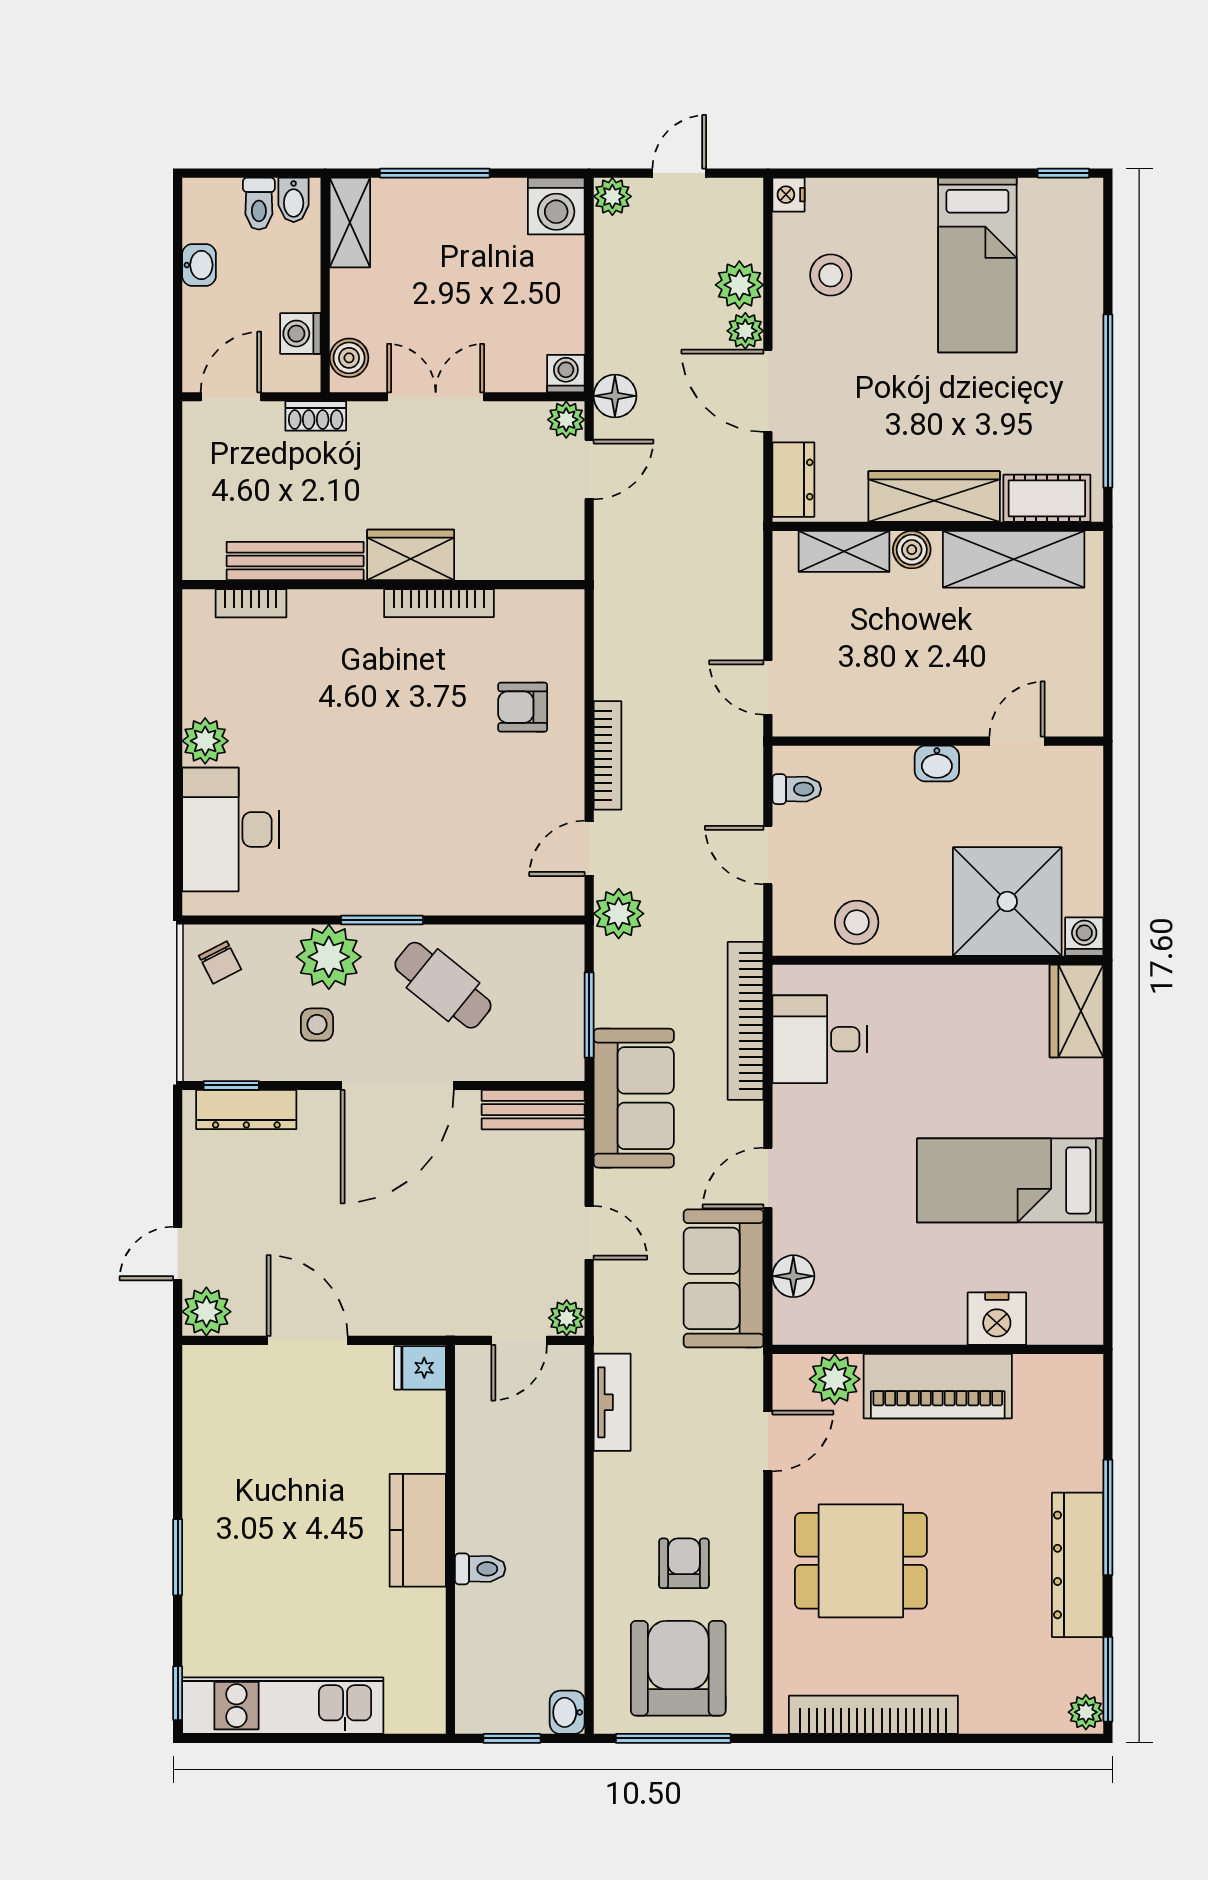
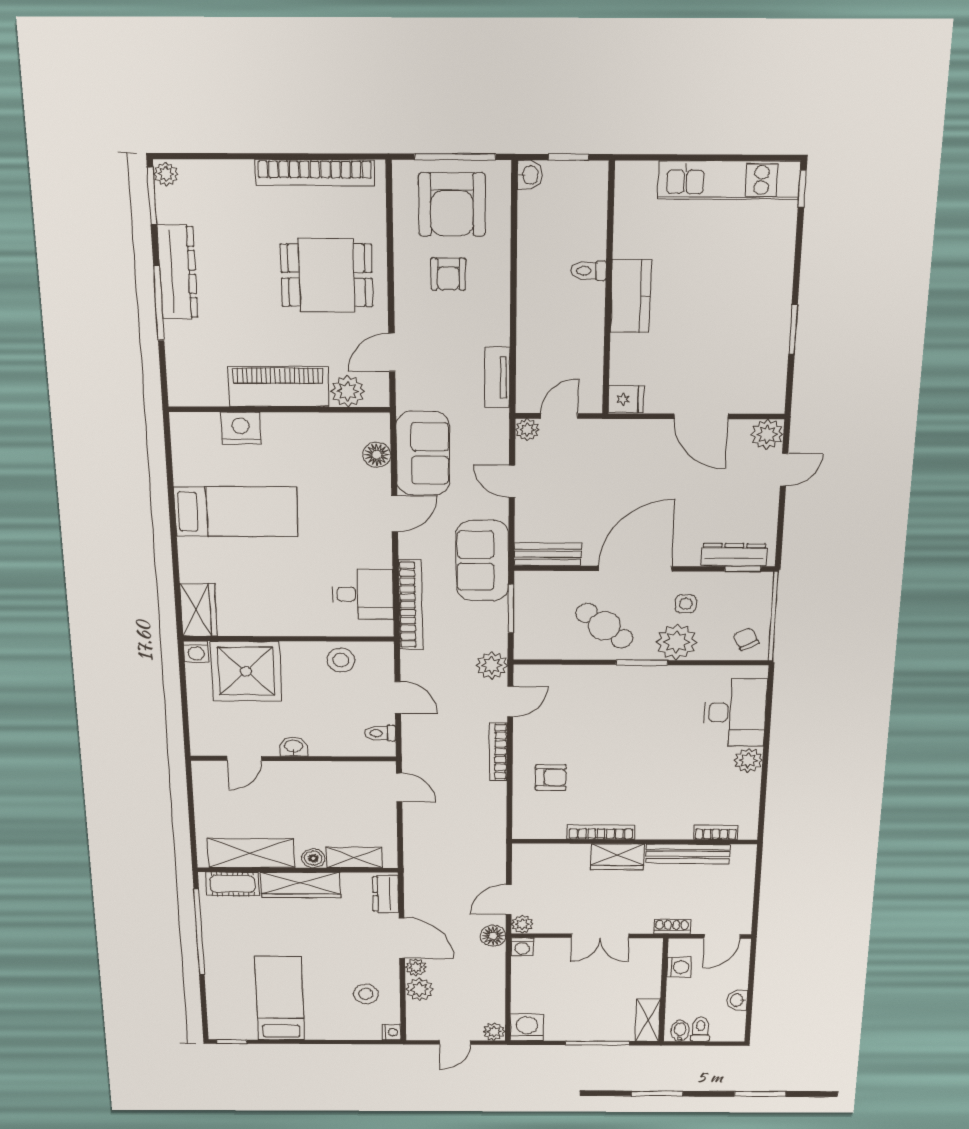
boiler: (349, 358) -> (651, 955), removed
window: (178, 1557) -> (793, 330), moved

